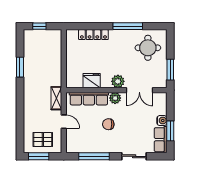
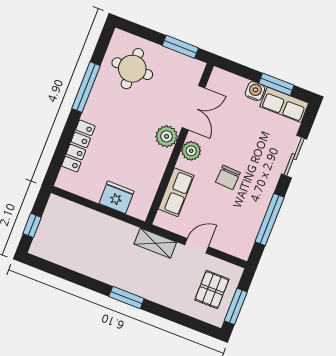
window: (20, 67) -> (126, 297), moved
fridge: (92, 81) -> (116, 197), moved, turned 90
row of seats: (89, 99) -> (176, 192), width x0.68

